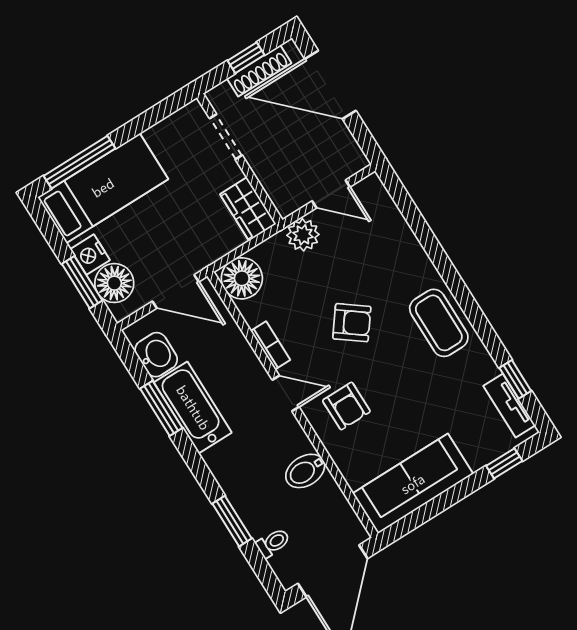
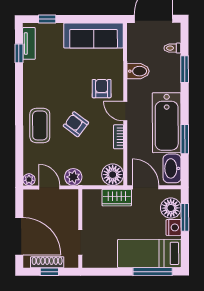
plant: (372, 186) -> (29, 180), added
wardrobe: (248, 209) -> (117, 198), moved, turned 90
coffee table: (439, 323) -> (40, 126), moved
washbasin: (156, 355) -> (172, 168), width x1.38
bathtub: (193, 408) -> (167, 123), width x1.36, depth x1.36

